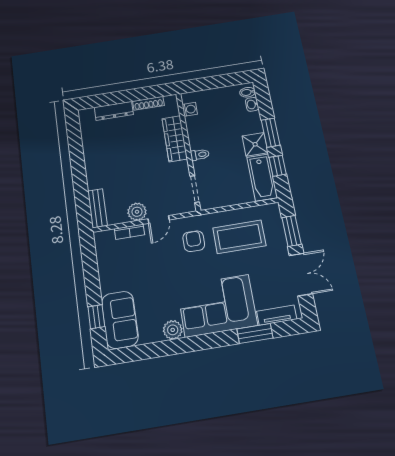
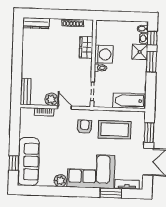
washing machine: (190, 109) -> (104, 54), moved, width x1.89, depth x1.89
dresser: (114, 111) -> (36, 23), moved
wardrobe: (175, 139) -> (86, 47), width x0.67
shower: (255, 144) -> (140, 52), moved
window: (278, 166) -> (152, 38), moved
bathtub: (262, 177) -> (129, 101), moved, turned 90
door: (159, 219) -> (65, 107), swing flipped
sofa: (120, 320) -> (28, 162), width x1.36

